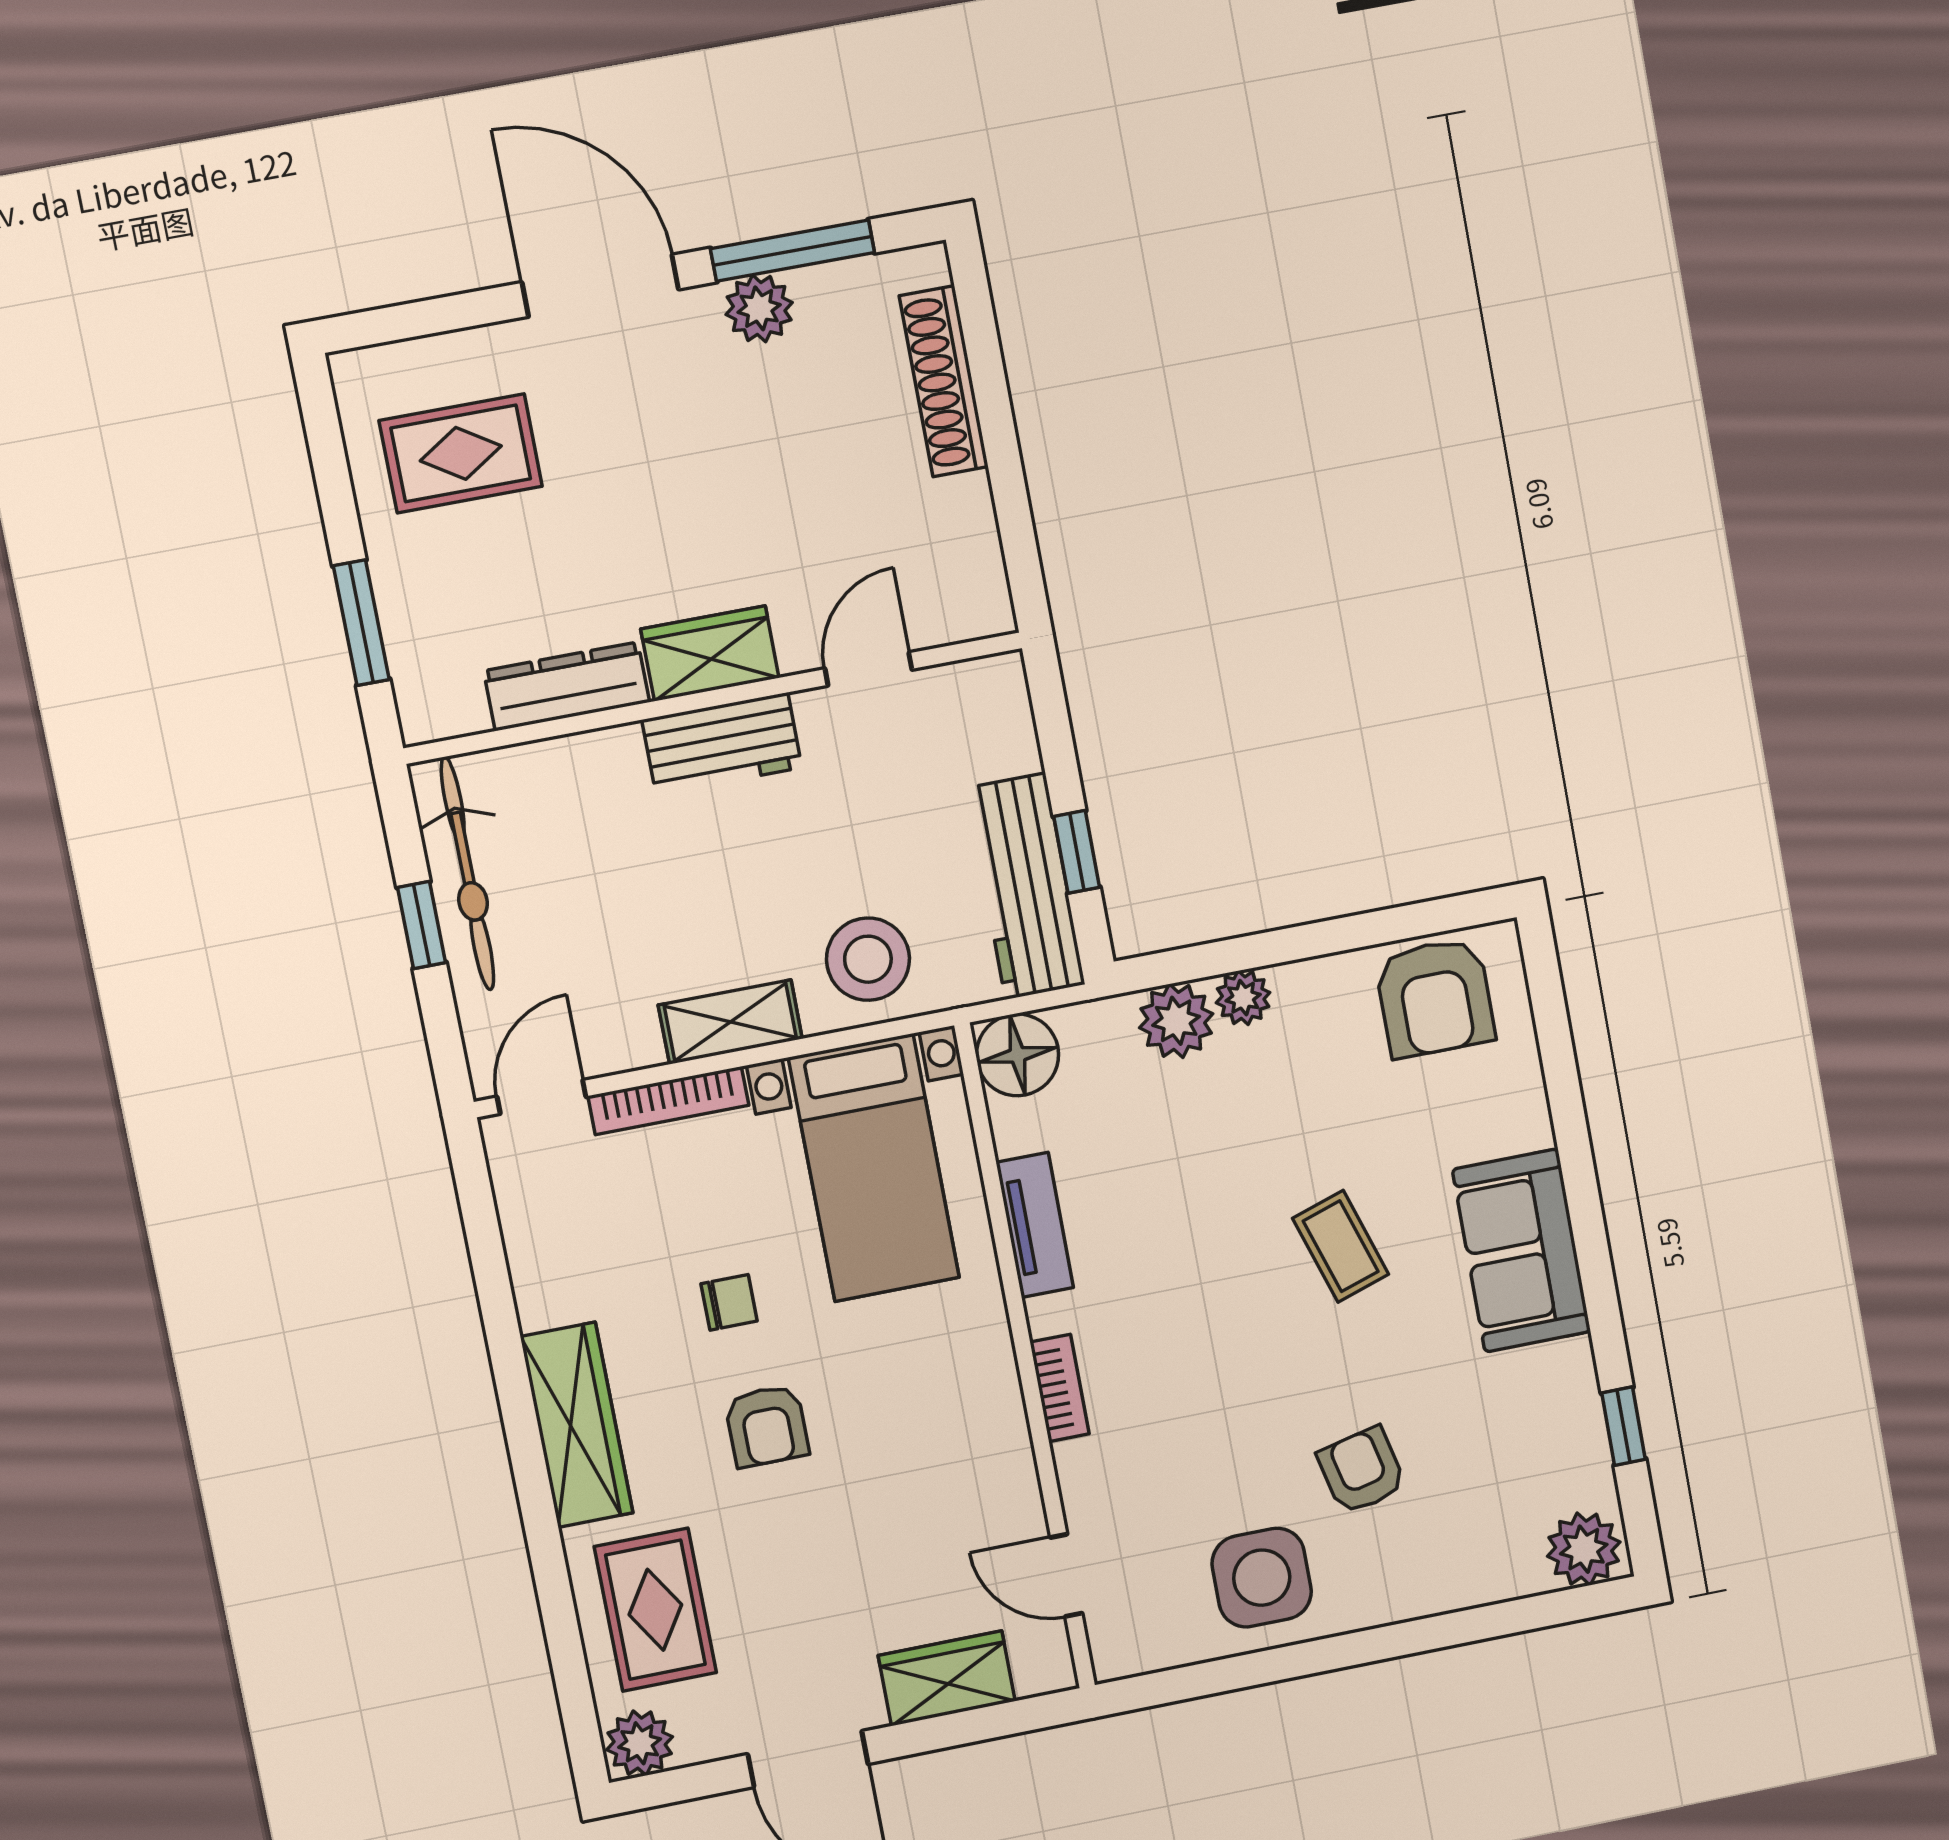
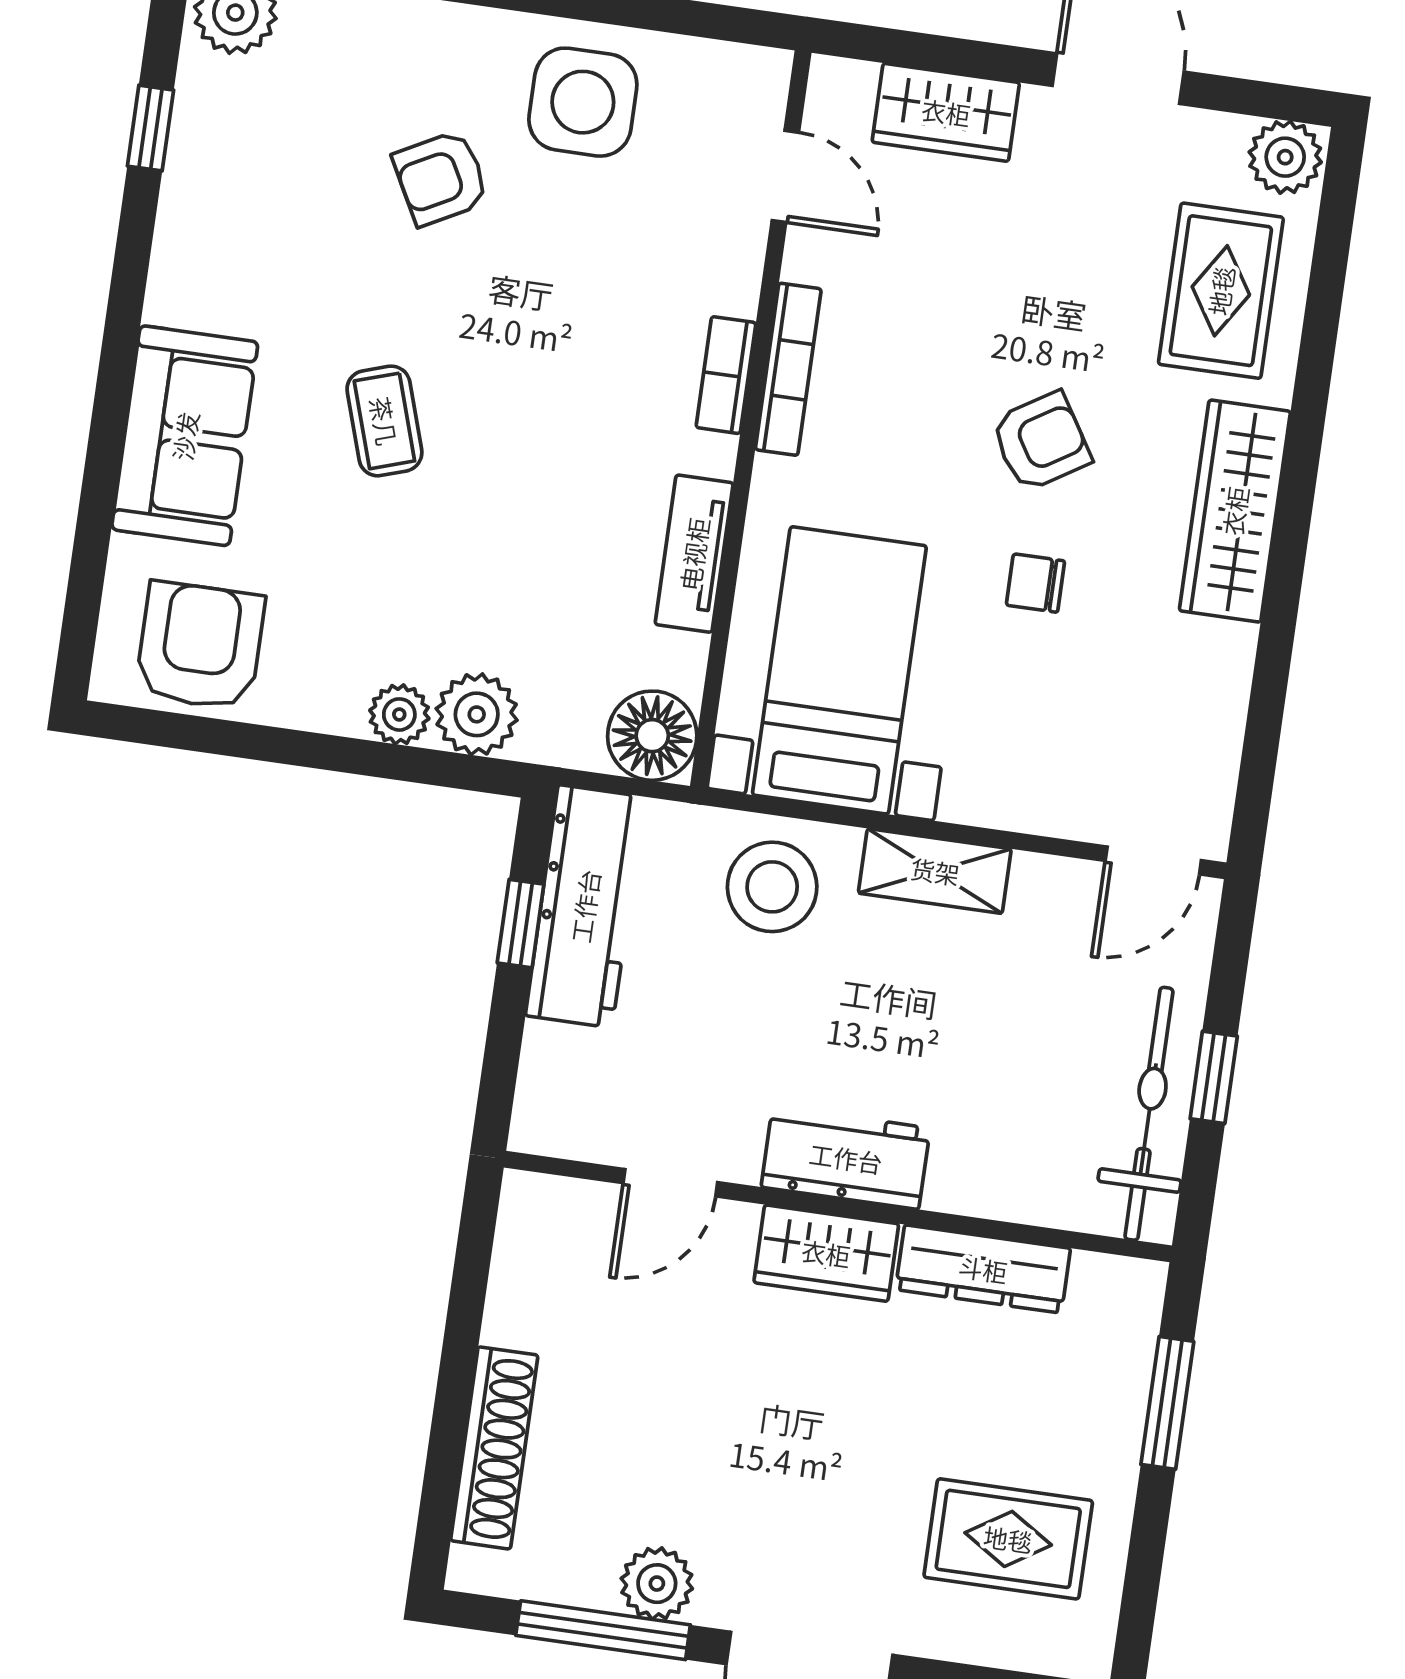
bookcase: (668, 1101) -> (788, 369), moved, turned 90
sofa: (1522, 1251) -> (185, 436), moved
armchair: (767, 1426) -> (1041, 442), turned 58
armchair: (1362, 1471) -> (441, 178), turned 75

